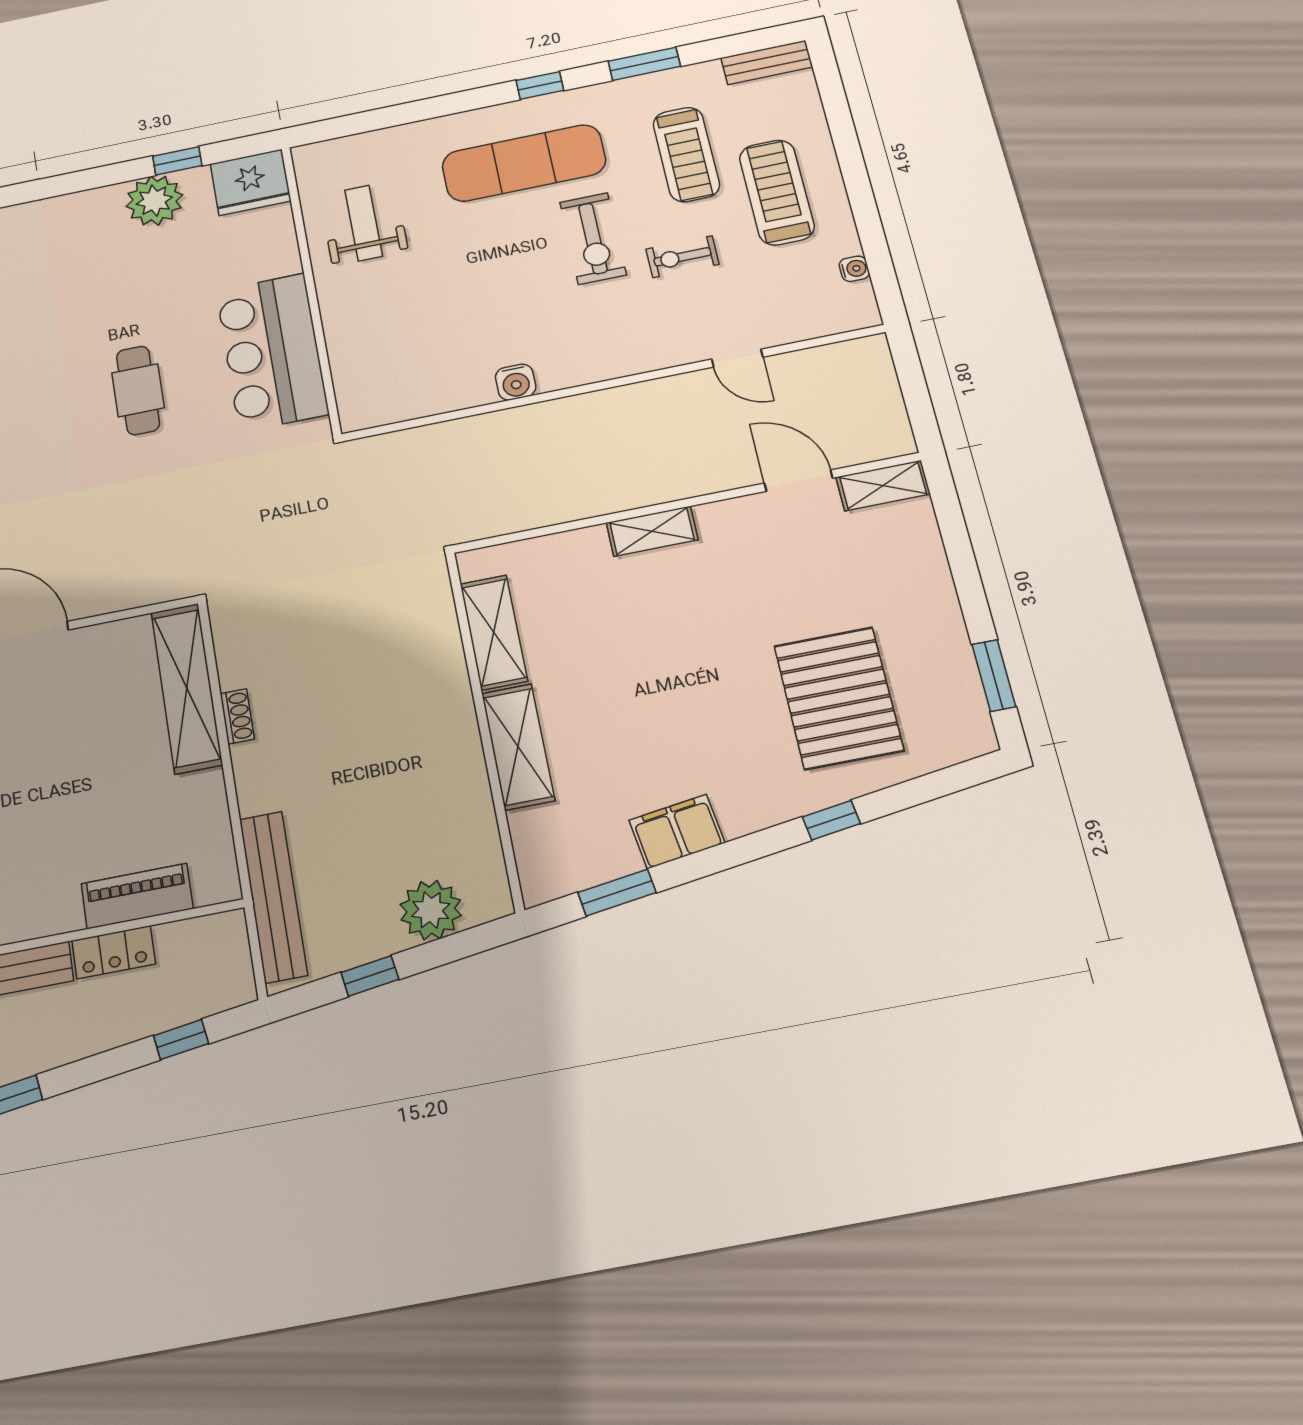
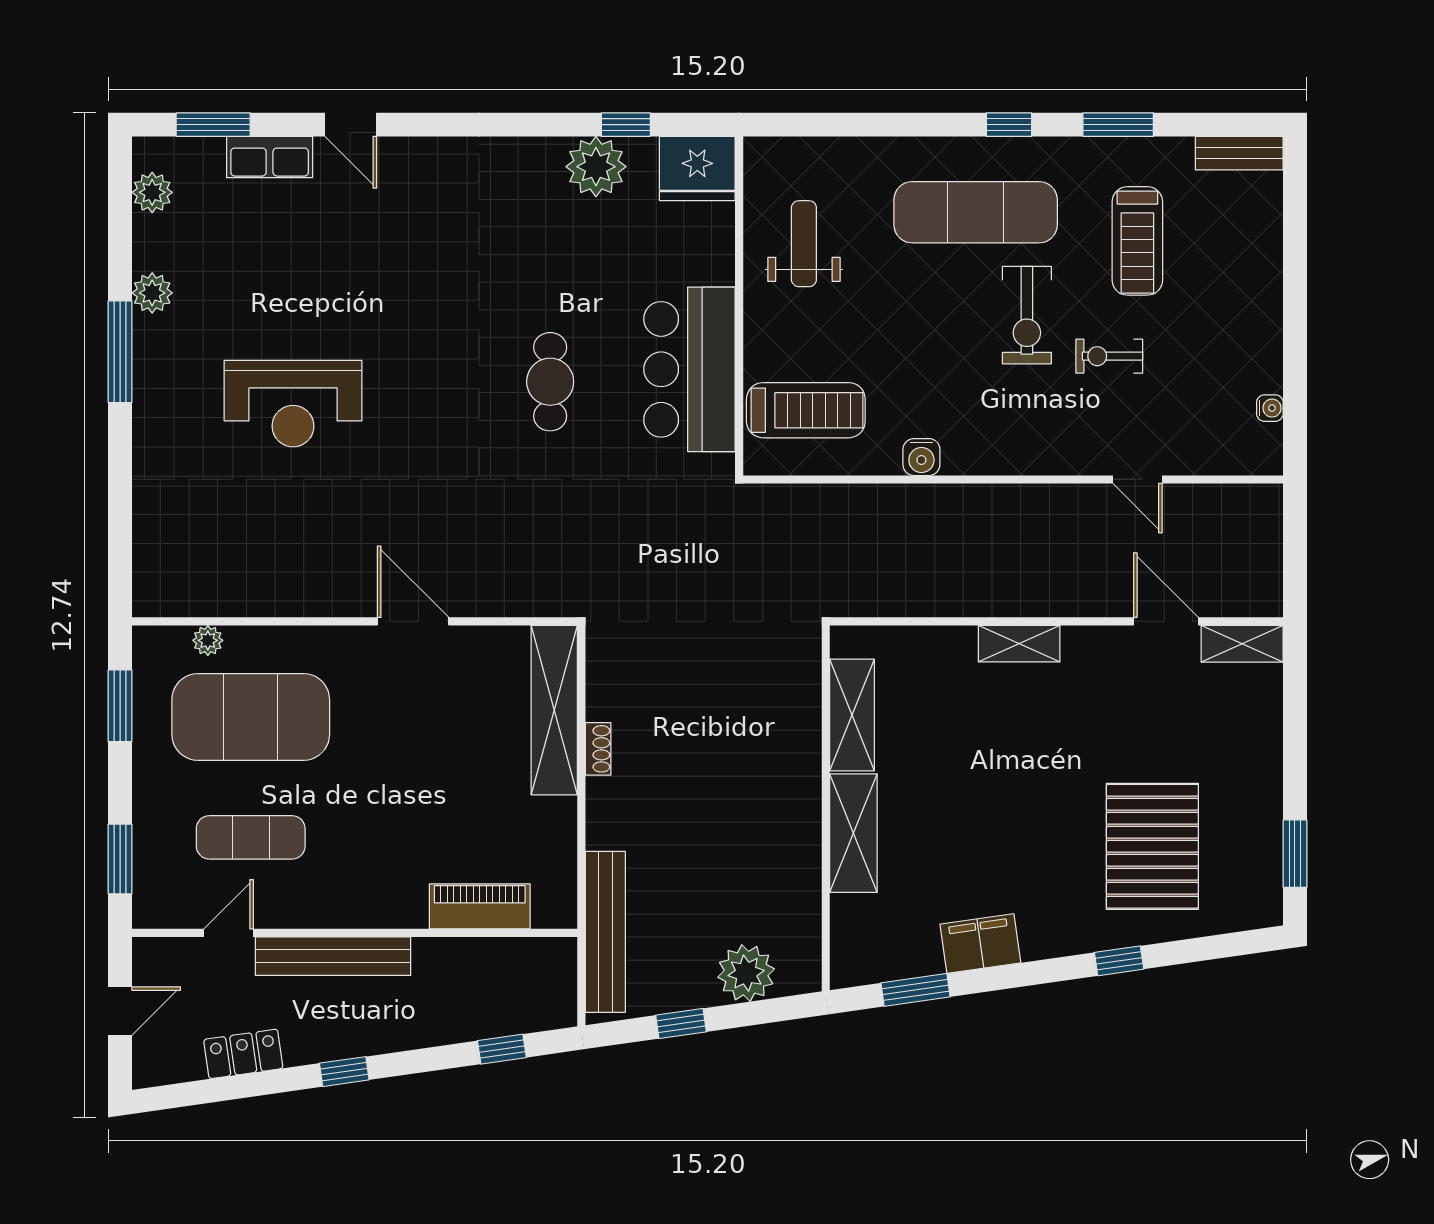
treadmill: (777, 192) -> (806, 410), moved, turned 90
locker: (114, 952) -> (451, 956), removed

